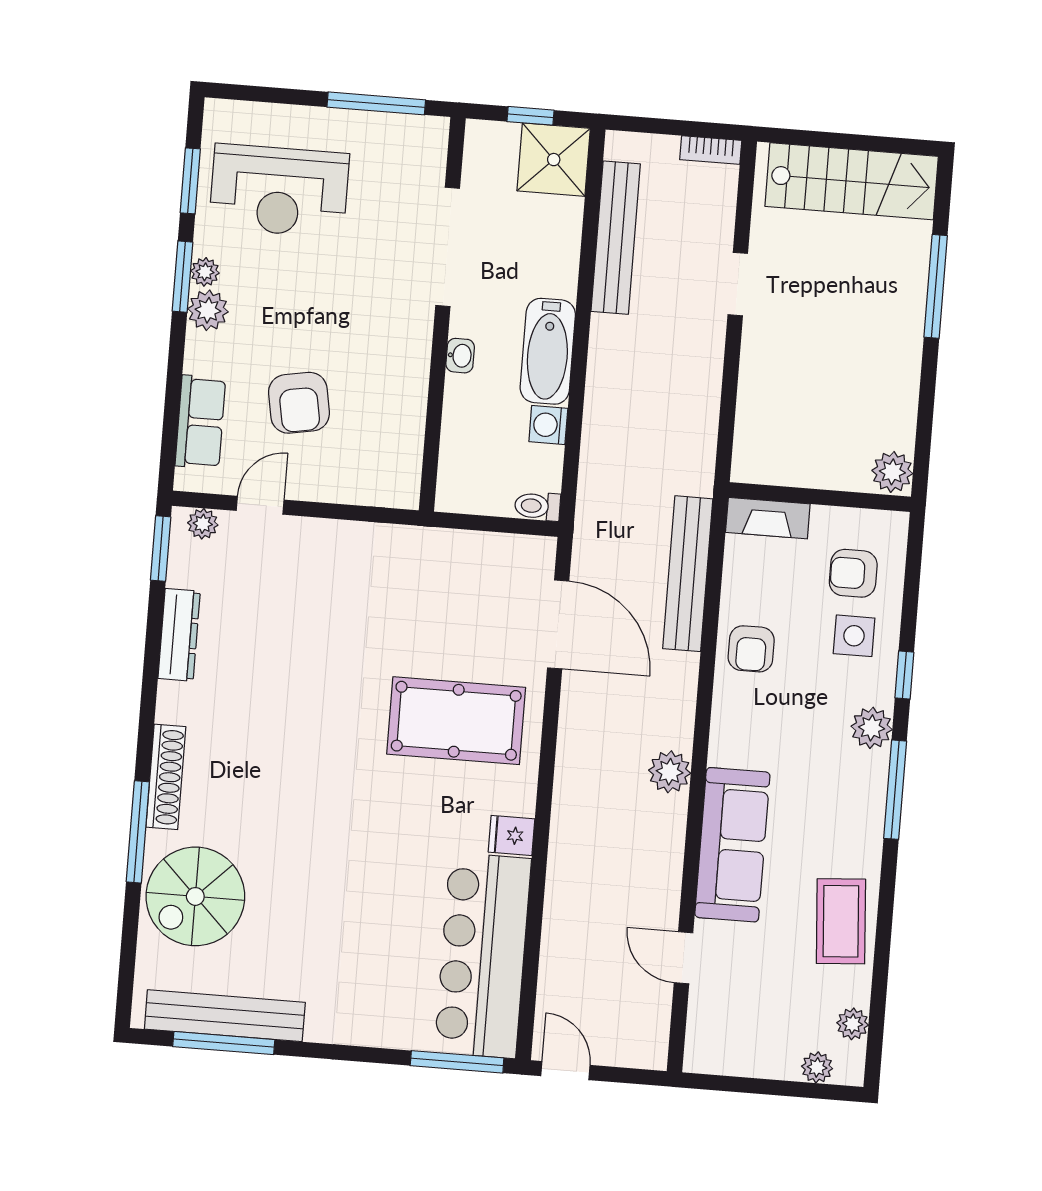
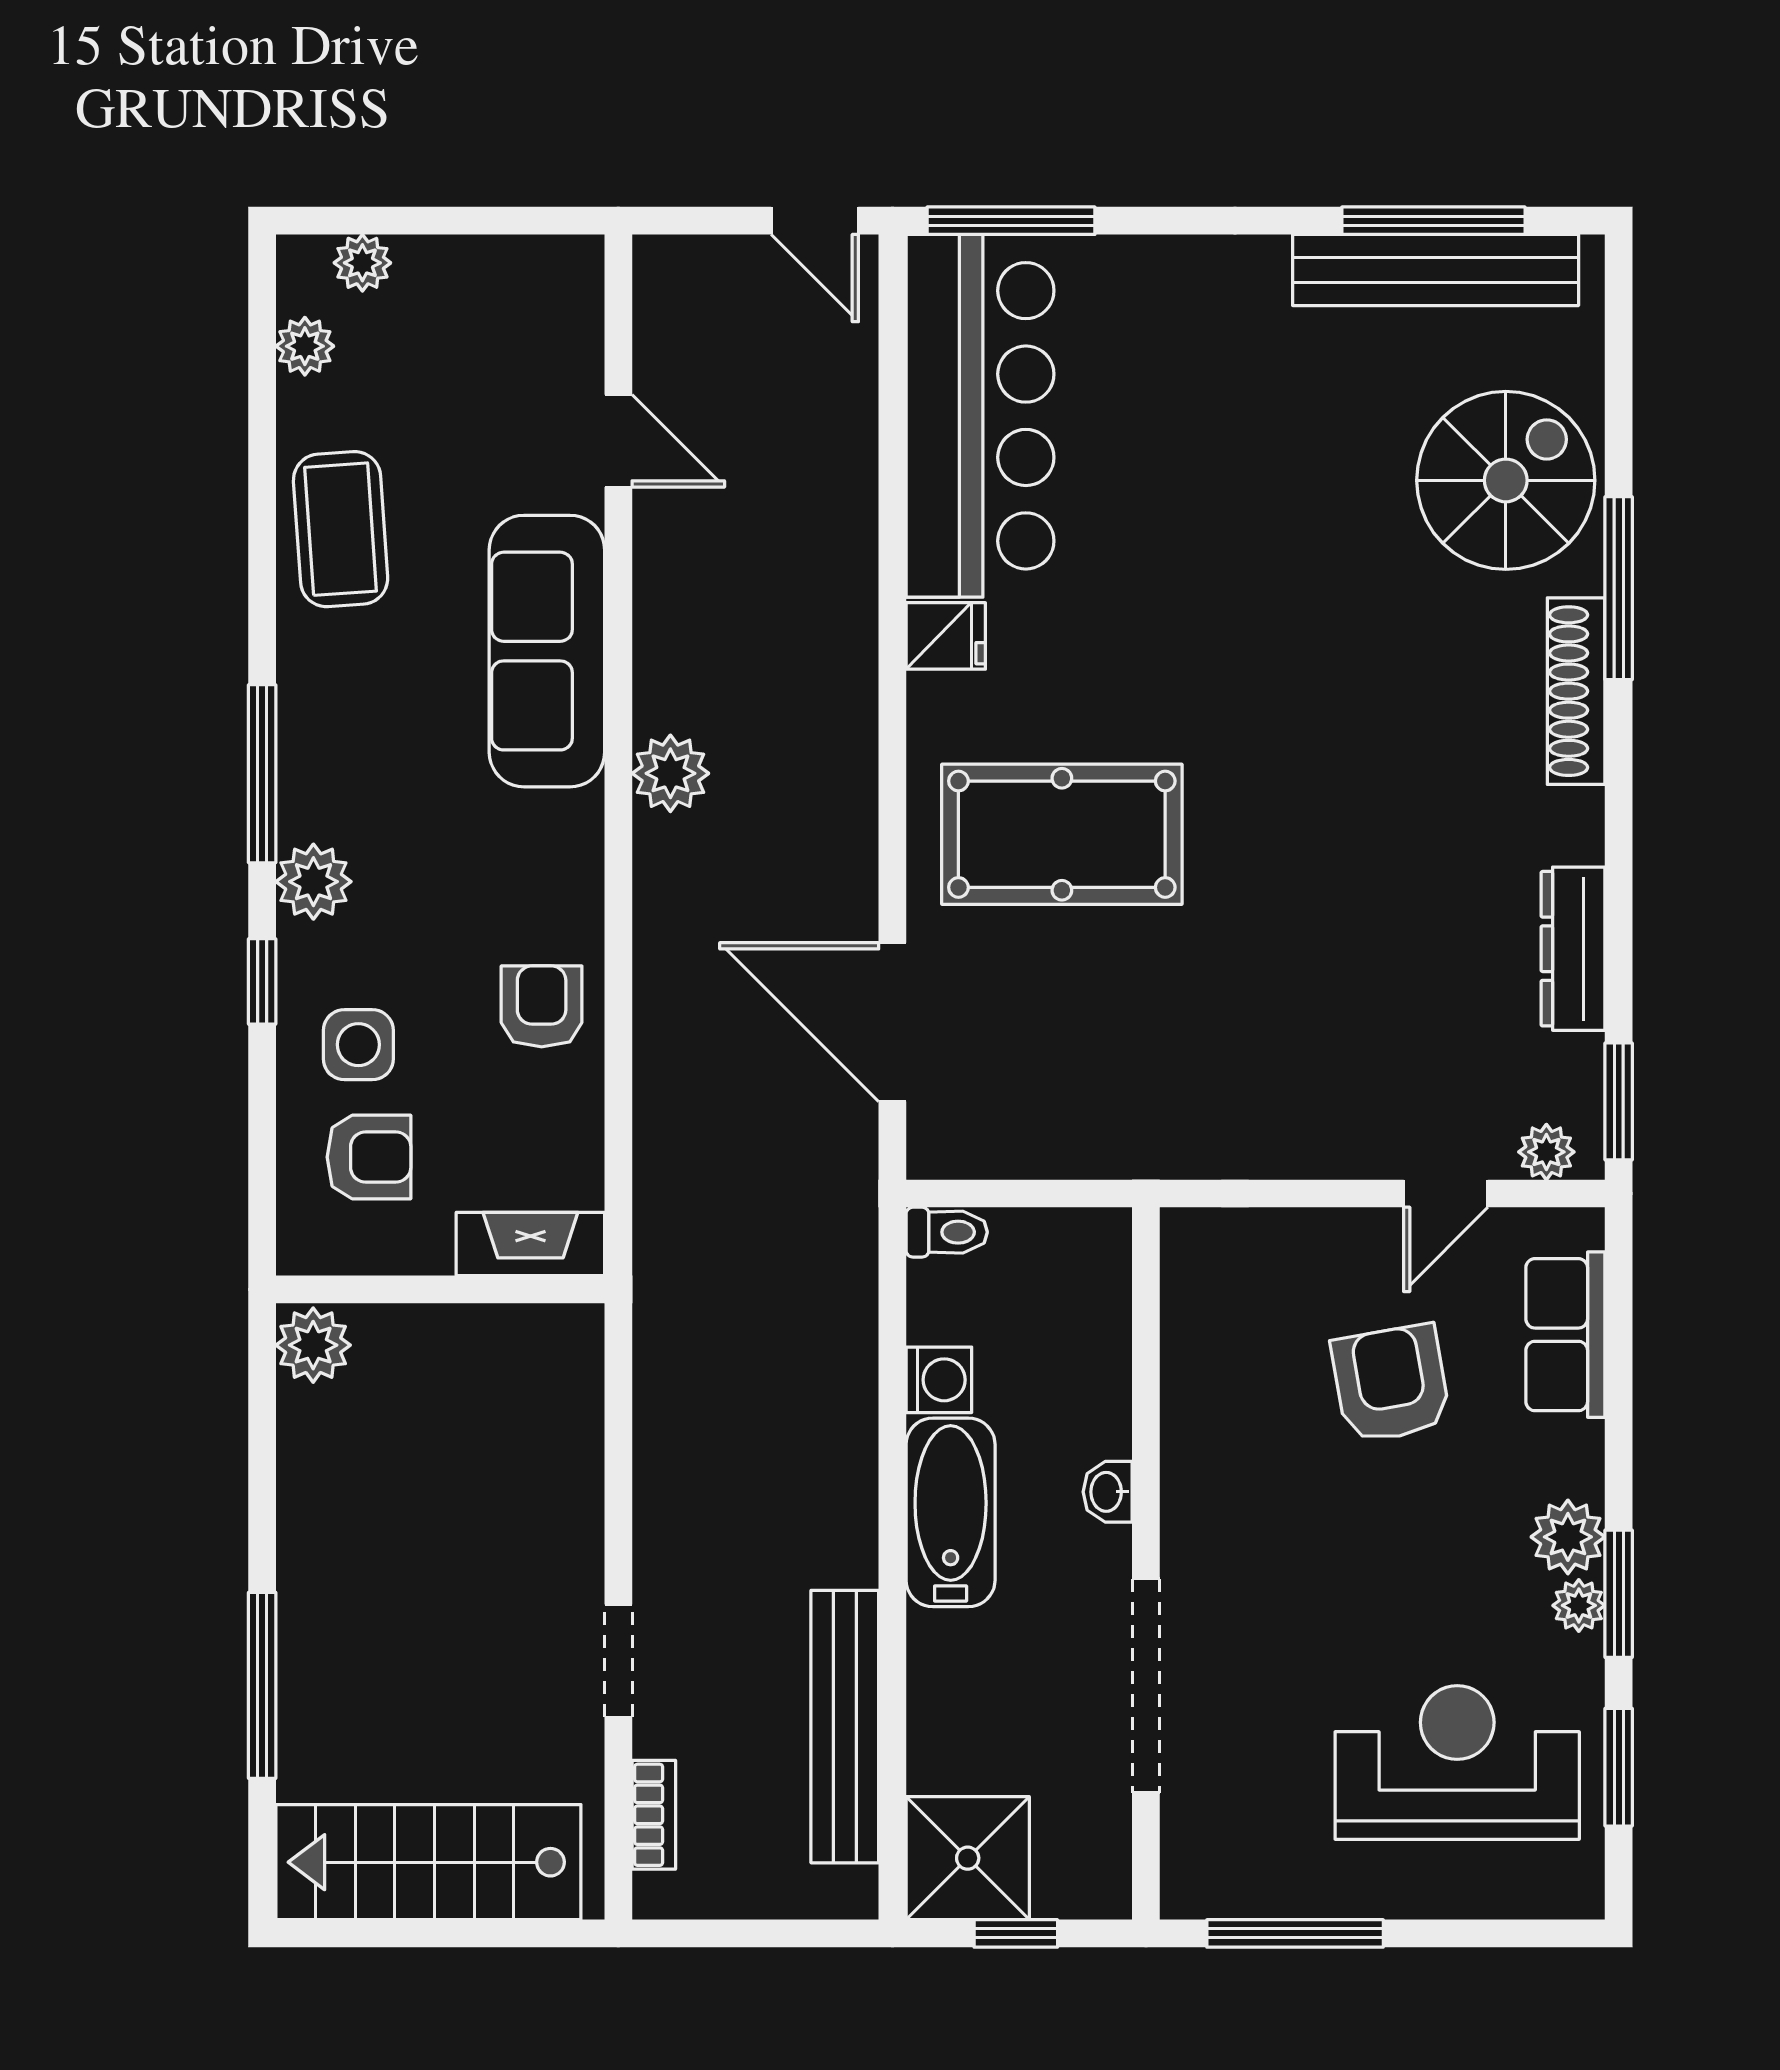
bookcase: (711, 150) -> (654, 1815), moved, turned 90
bench: (688, 574) -> (666, 1132), removed

